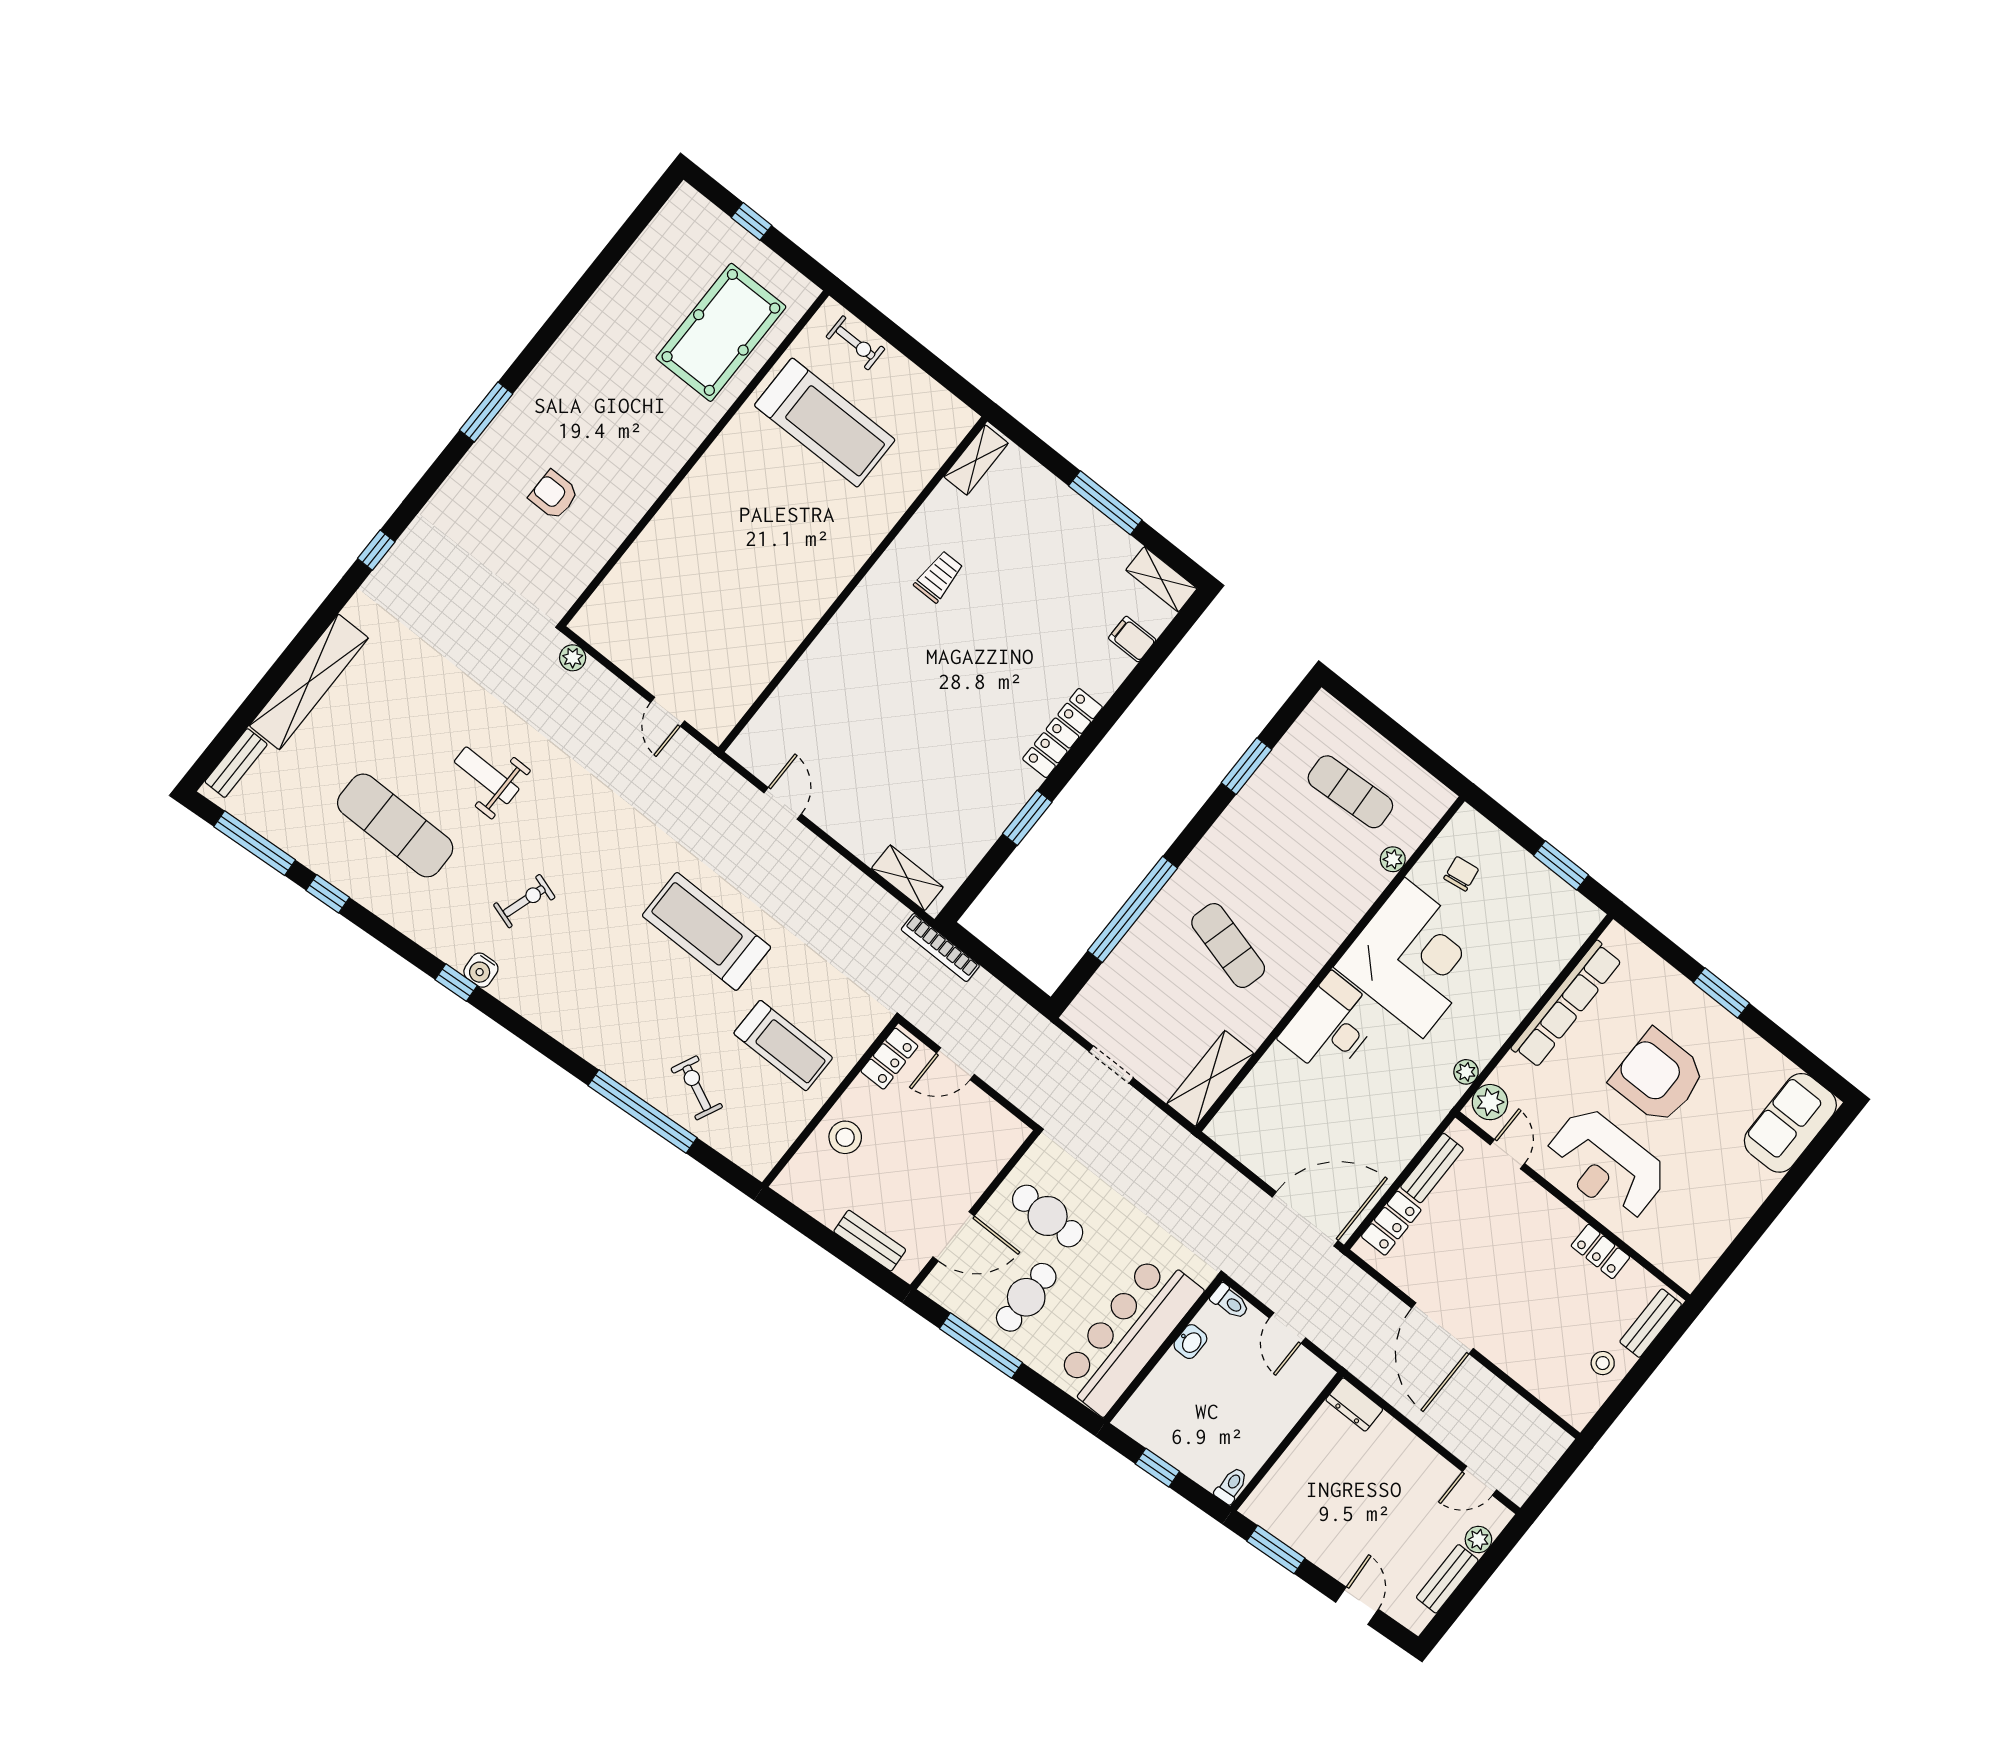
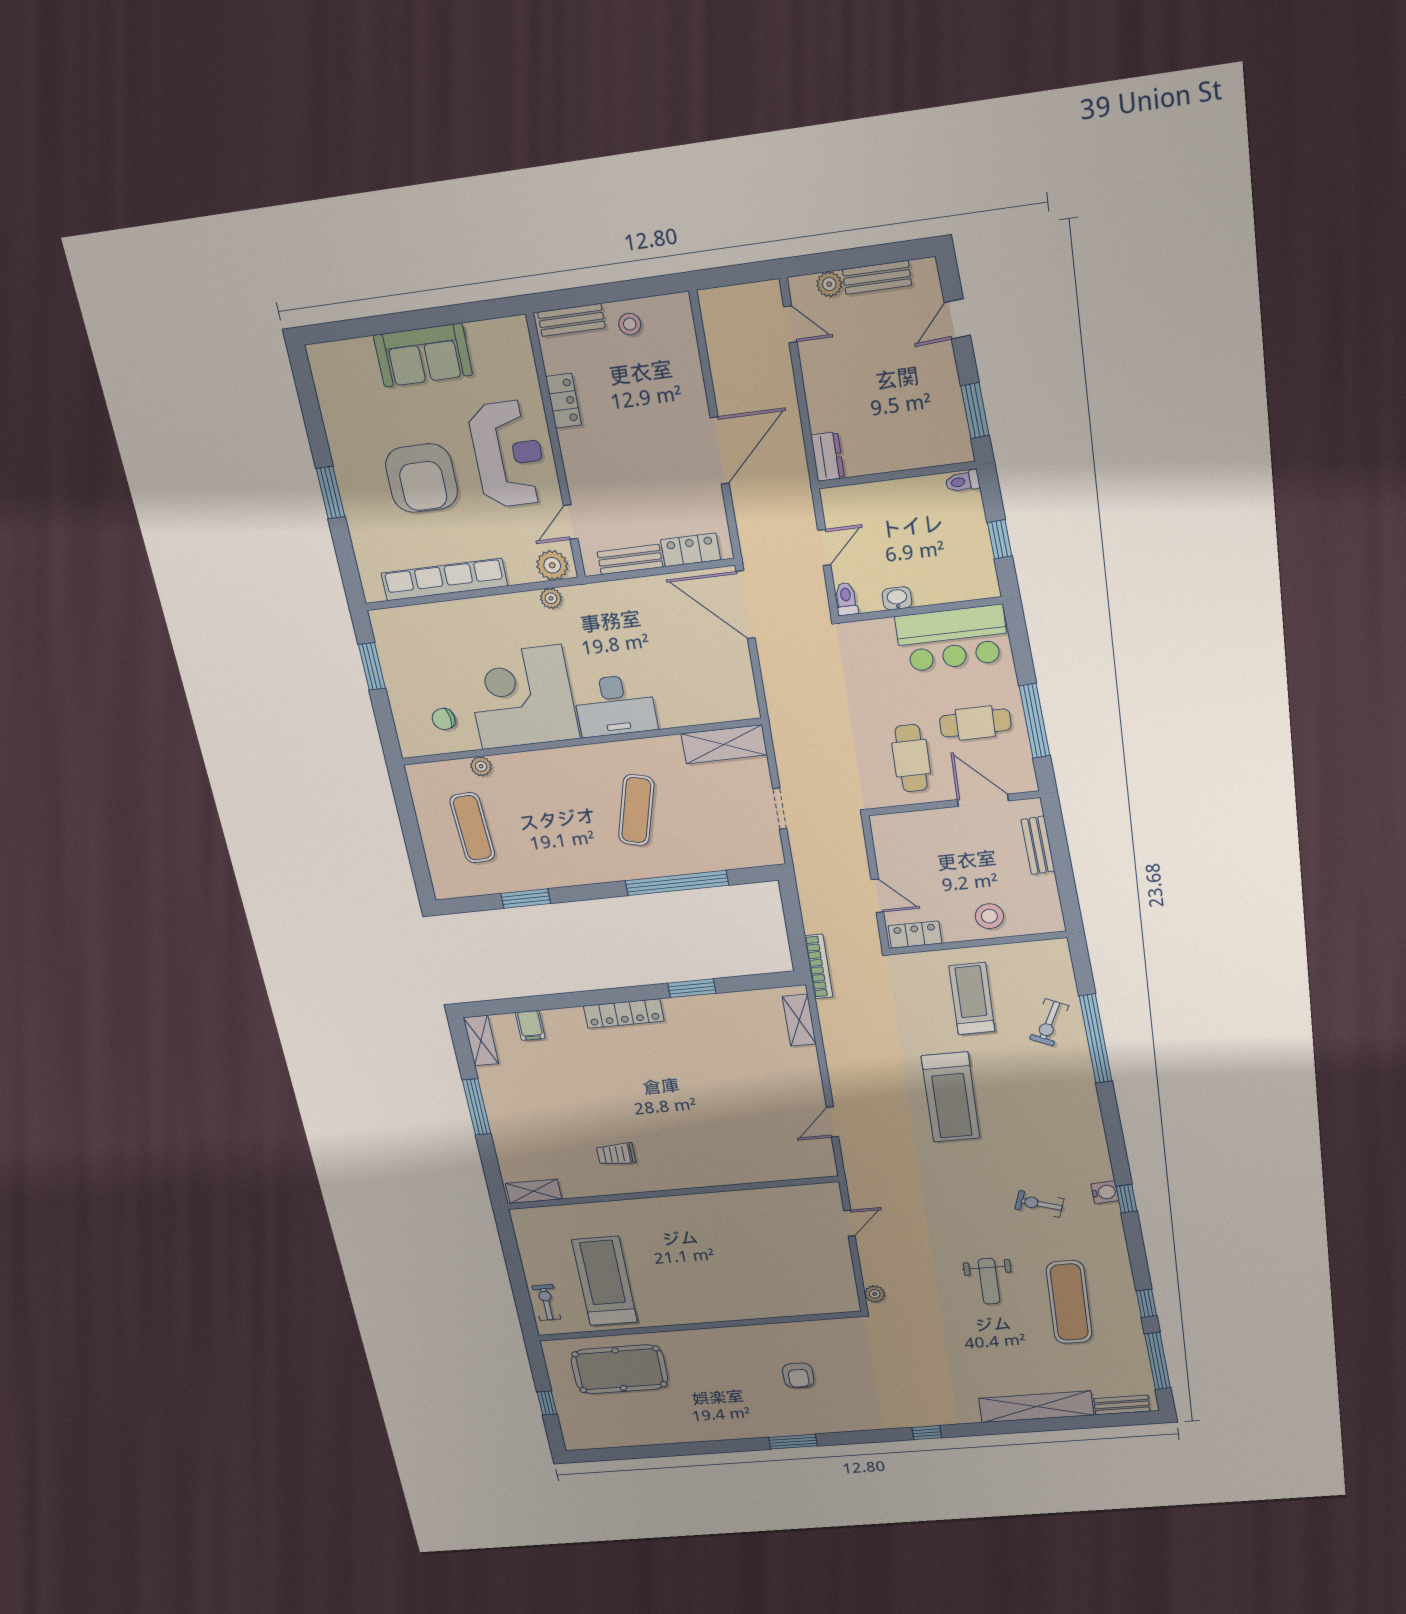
sofa: (1790, 1123) -> (423, 355), moved
bar counter: (1128, 1334) -> (952, 638), width x0.73

